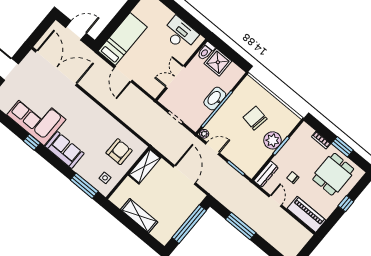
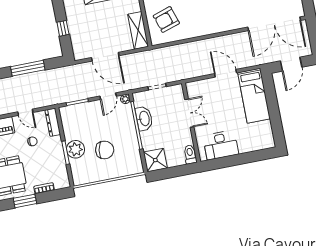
shower: (218, 62) -> (155, 160), moved
washbasin: (215, 99) -> (144, 119), moved
armchair: (119, 152) -> (166, 20), turned 72
window: (189, 224) -> (63, 28), width x0.32

